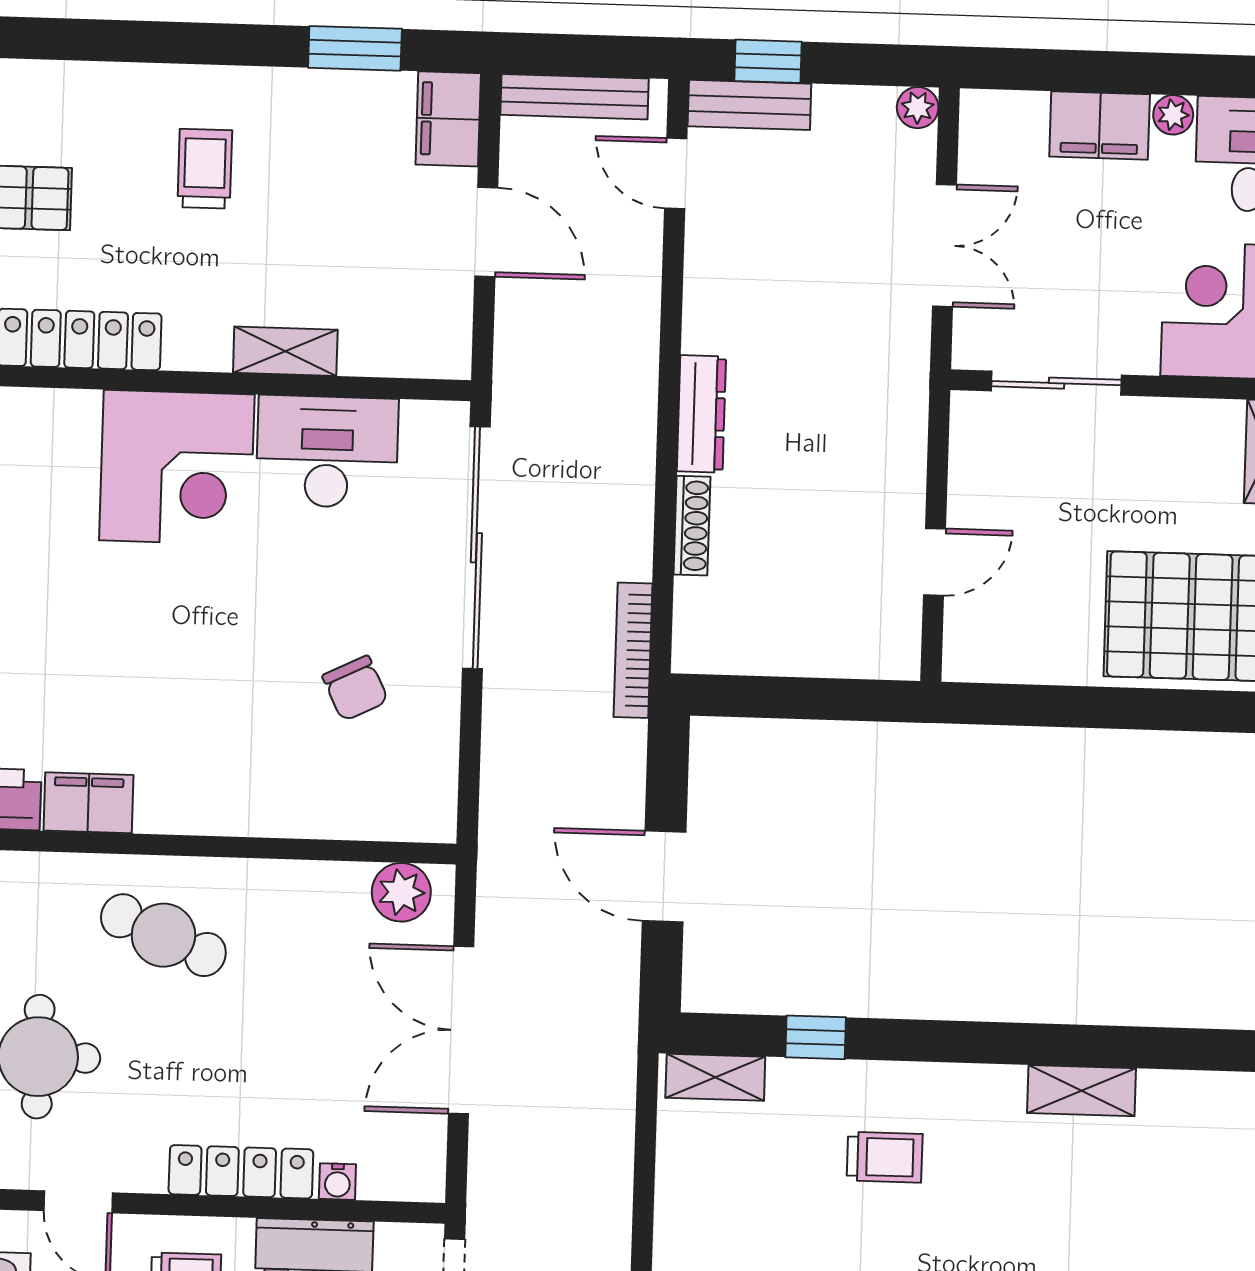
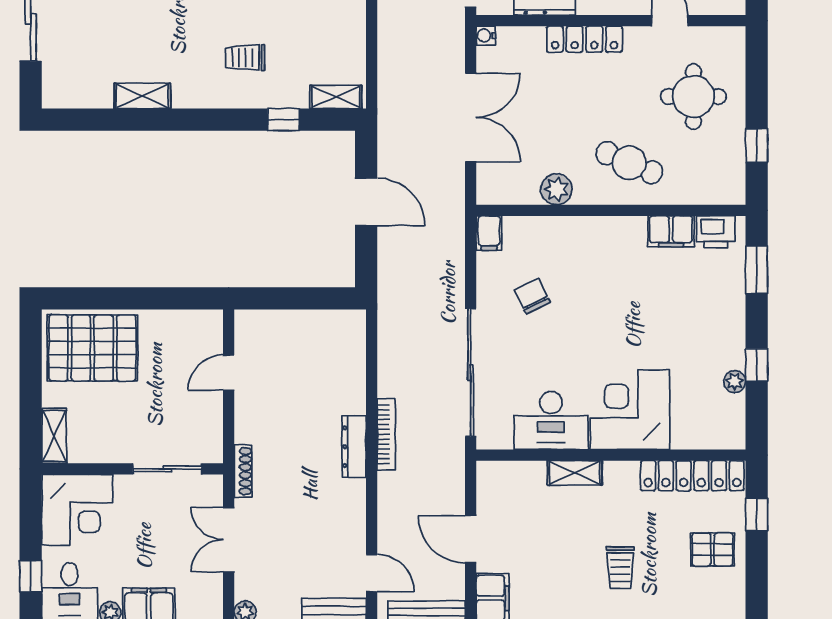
shoe rack: (692, 526) -> (243, 471), moved, turned 180
bookcase: (633, 650) -> (386, 434), moved
filing cabinet: (433, 810) -> (489, 233), added
plant: (401, 892) -> (556, 189), moved
water cooler: (337, 1182) -> (486, 36), moved, turned -90

